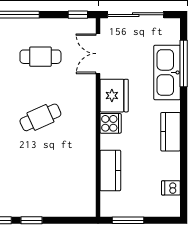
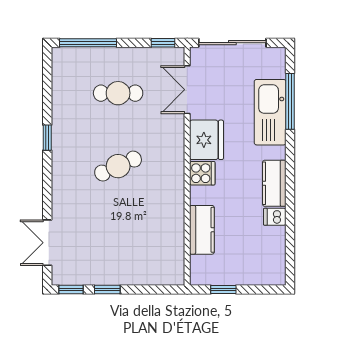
dishwasher: (171, 188) -> (275, 217), moved
window: (128, 220) -> (223, 290), width x0.67

